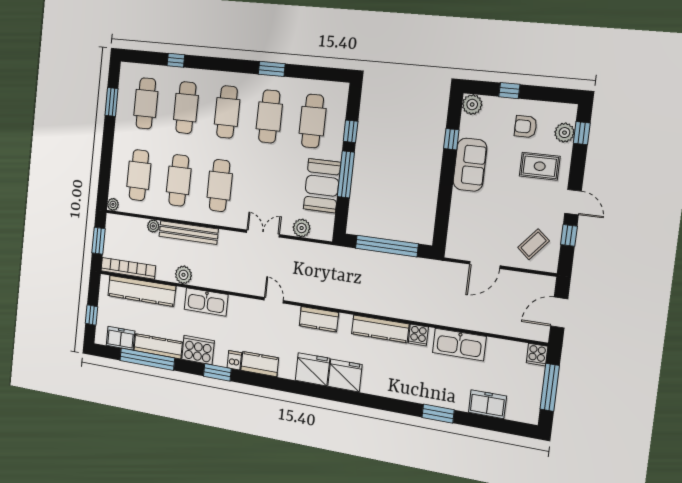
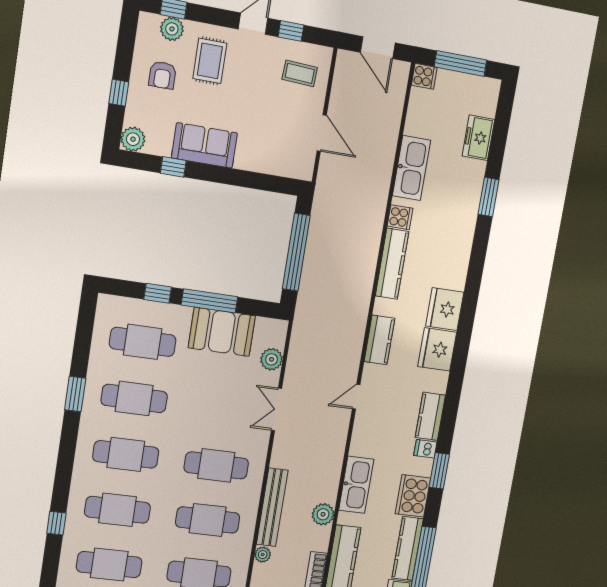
coffee table: (533, 244) -> (300, 73), turned -37

